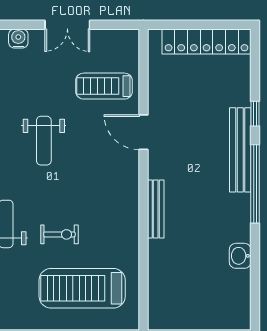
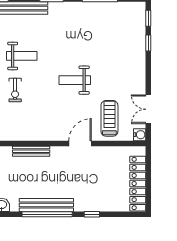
double door: (67, 25) -> (148, 109), moved
water cooler: (18, 39) -> (140, 135), moved
bench: (240, 150) -> (46, 205), moved

